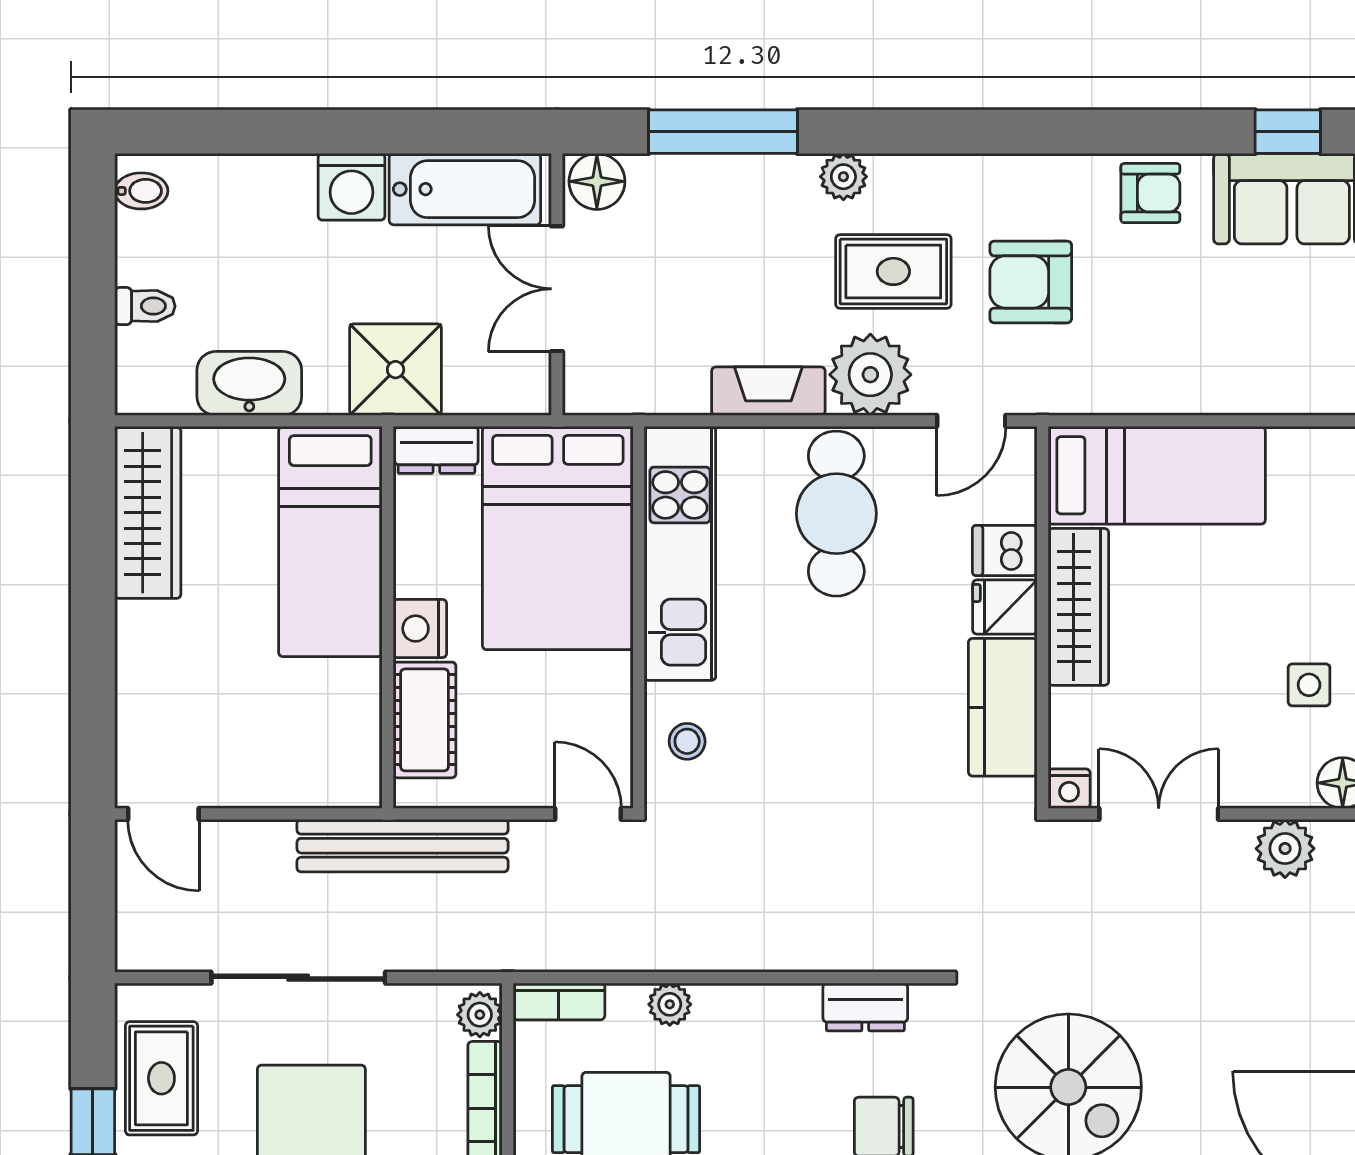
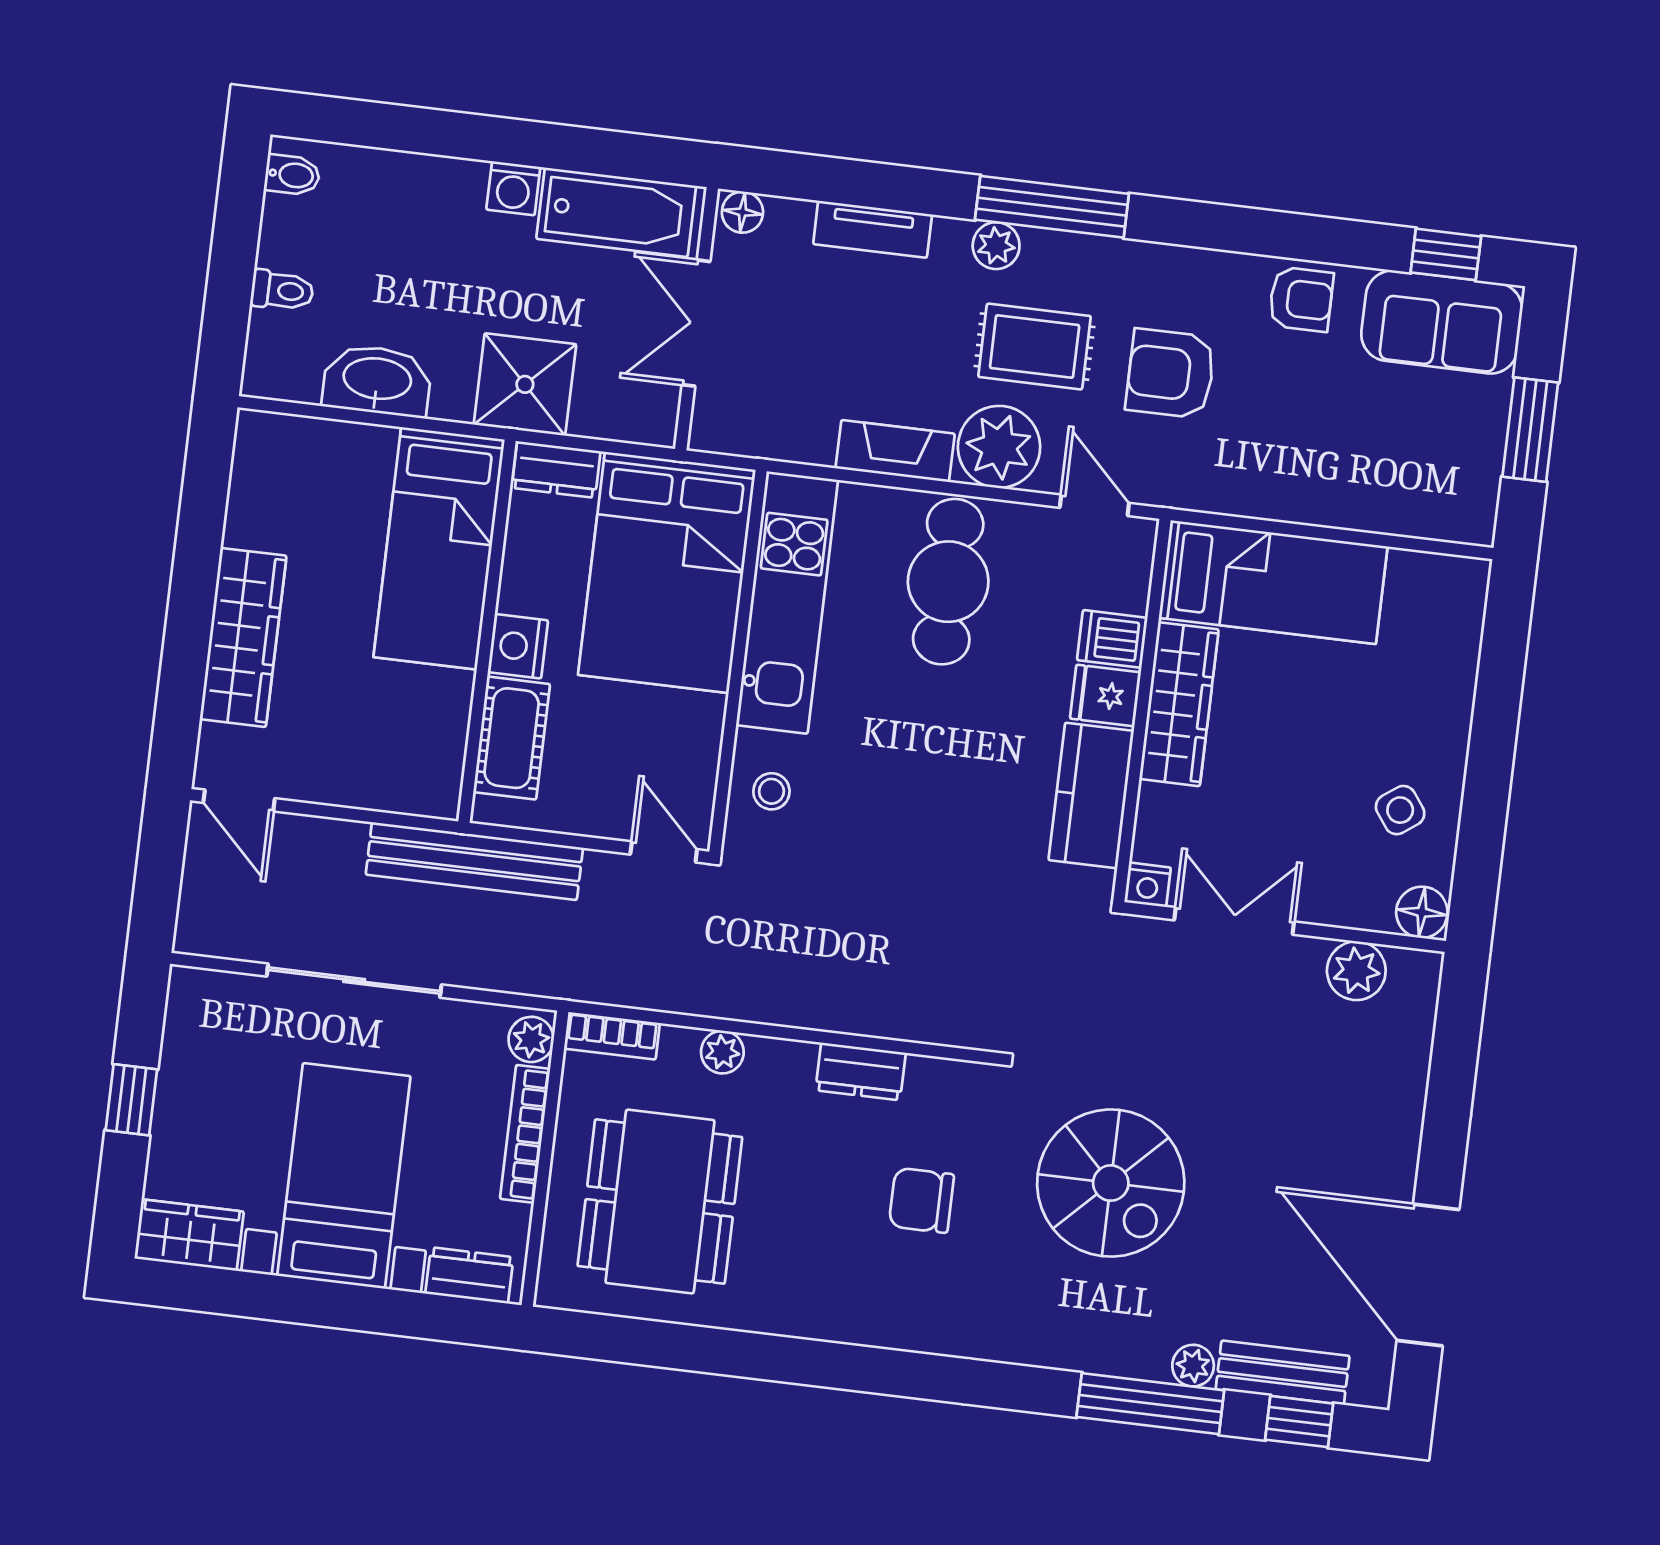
window: (723, 132) -> (1052, 207), moved
tv unit: (720, 175) -> (873, 229), added
floor lamp: (597, 181) -> (742, 212), width x0.73, depth x0.73
washing machine: (351, 187) -> (513, 188), width x0.73, depth x0.73
door: (971, 421) -> (1094, 505), swing flipped
wardrobe: (148, 513) -> (243, 637), moved
side table: (1309, 685) -> (1400, 810), turned -36
dresser: (865, 1007) -> (861, 1072), moved
rug: (161, 1078) -> (205, 1065), removed

